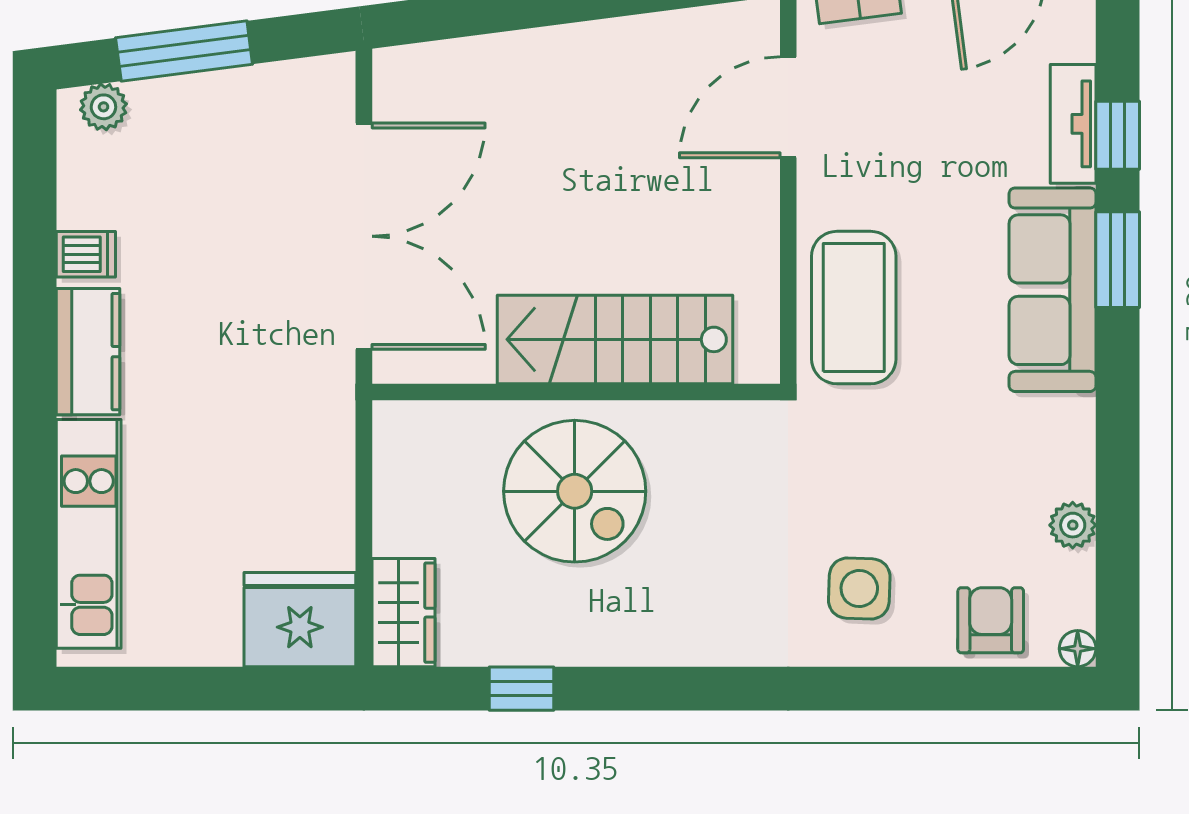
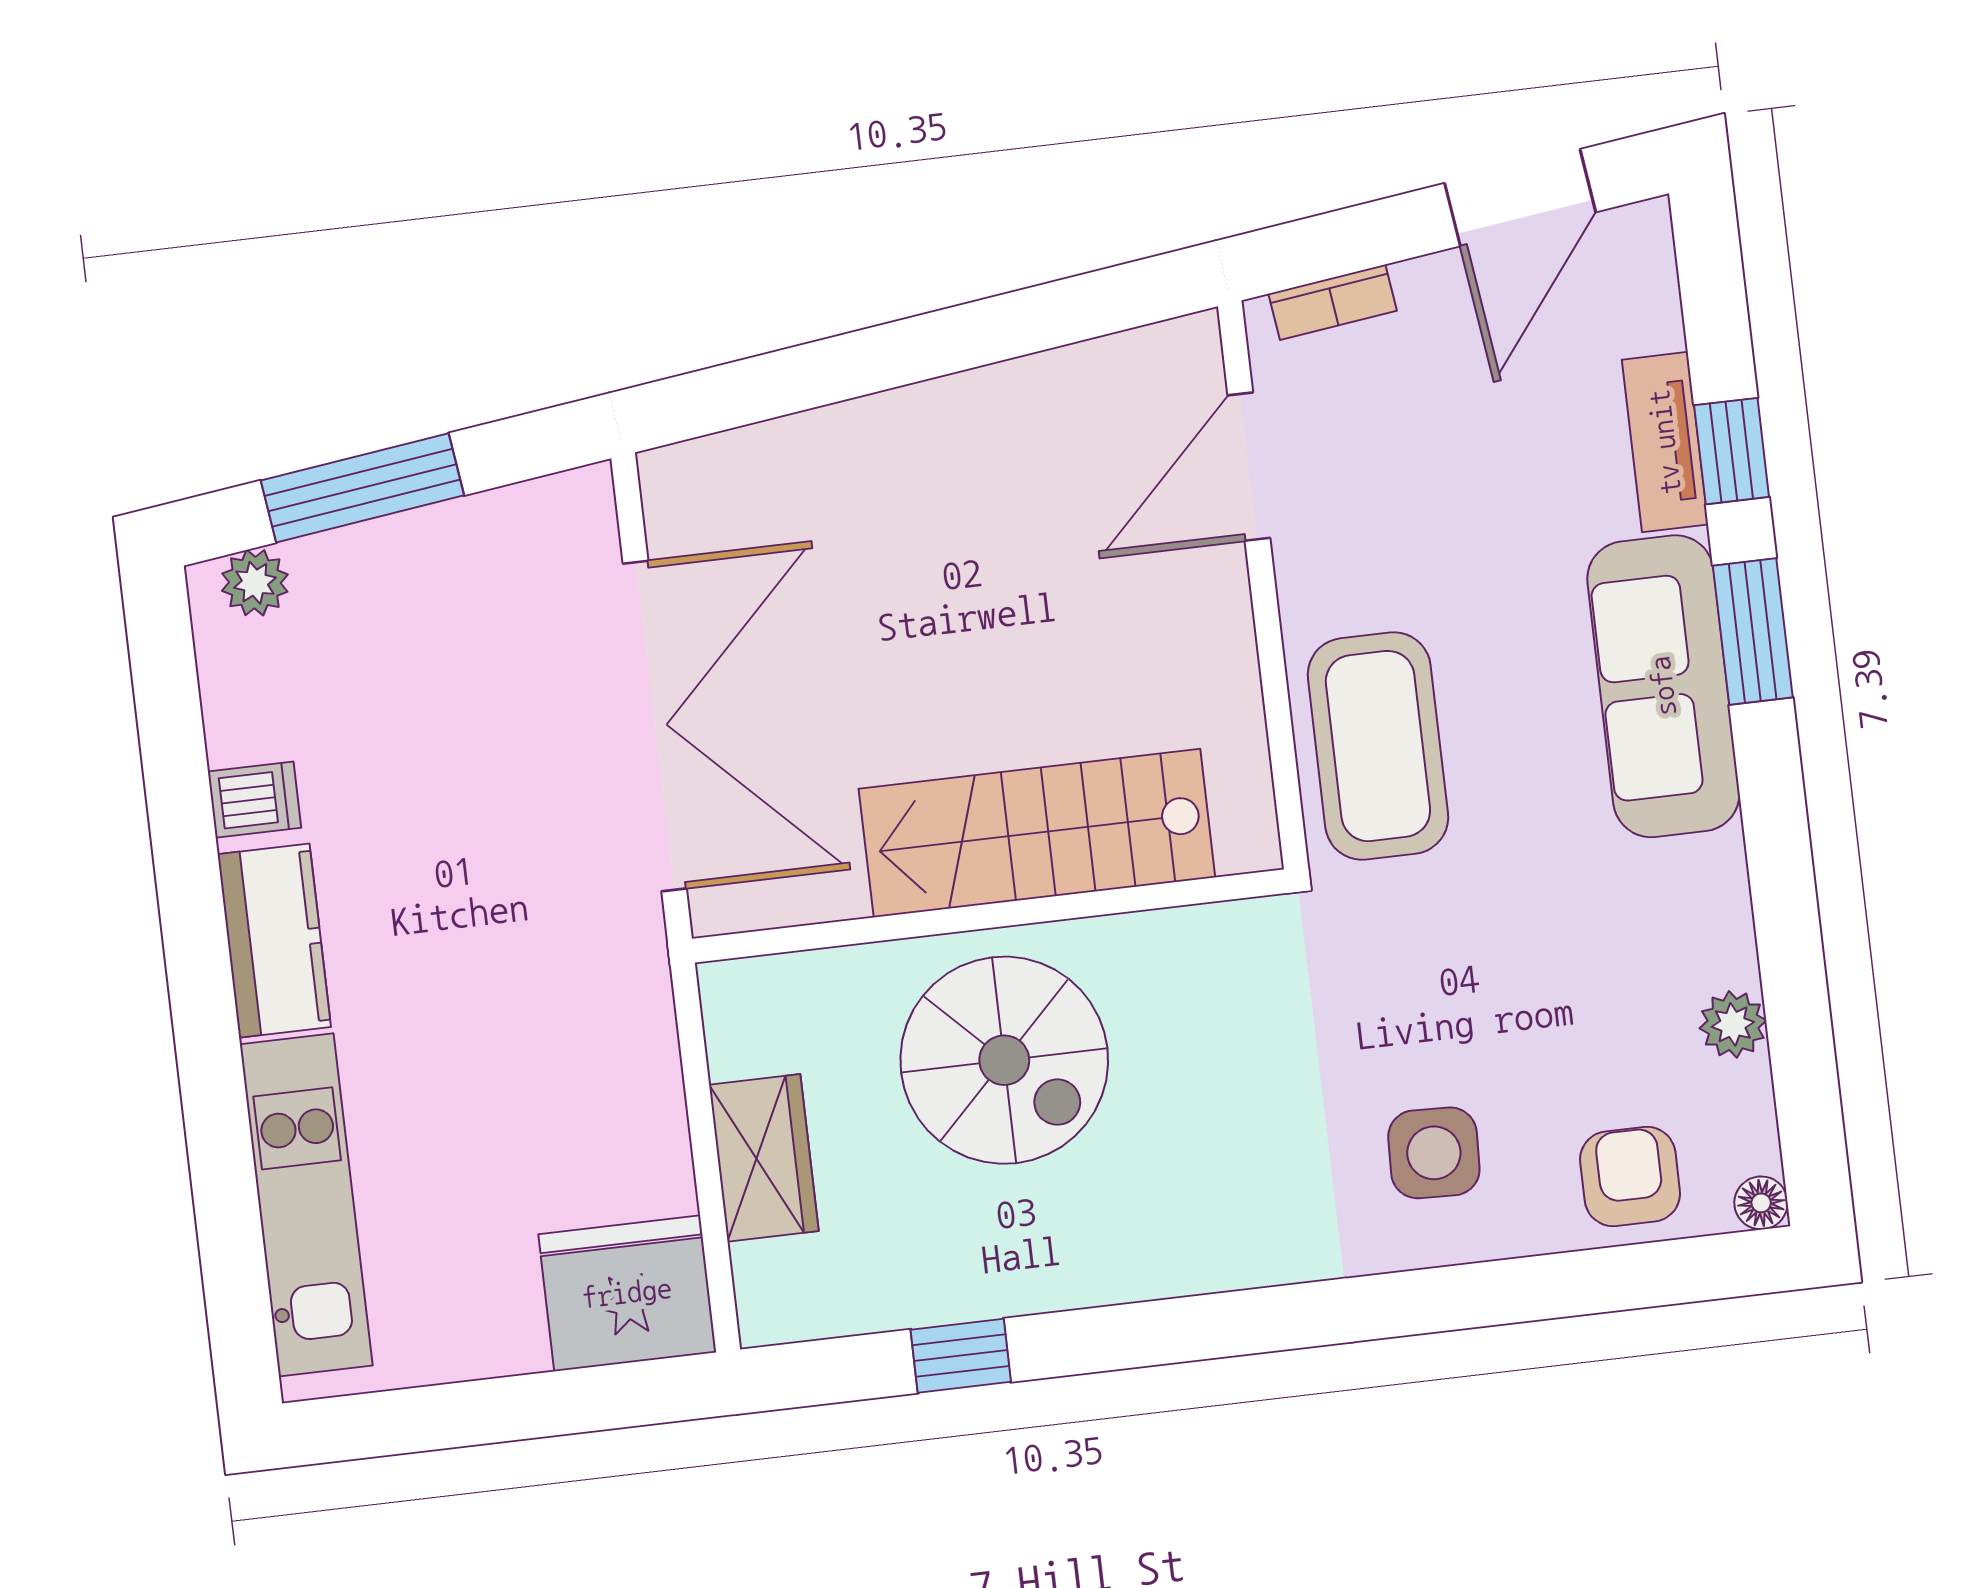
wardrobe: (403, 613) -> (764, 1158), moved

